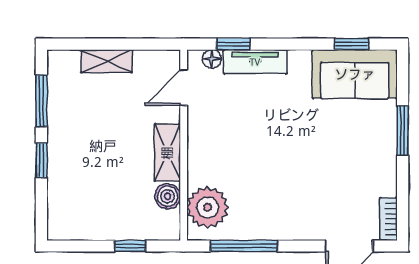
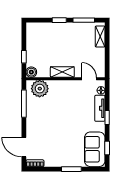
window: (233, 44) -> (107, 117), moved
shelving: (107, 61) -> (100, 37), moved
boiler: (168, 196) -> (31, 72), moved

